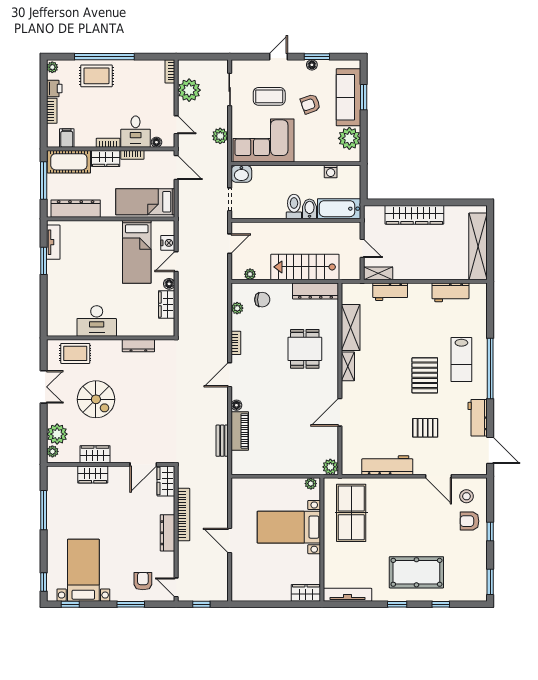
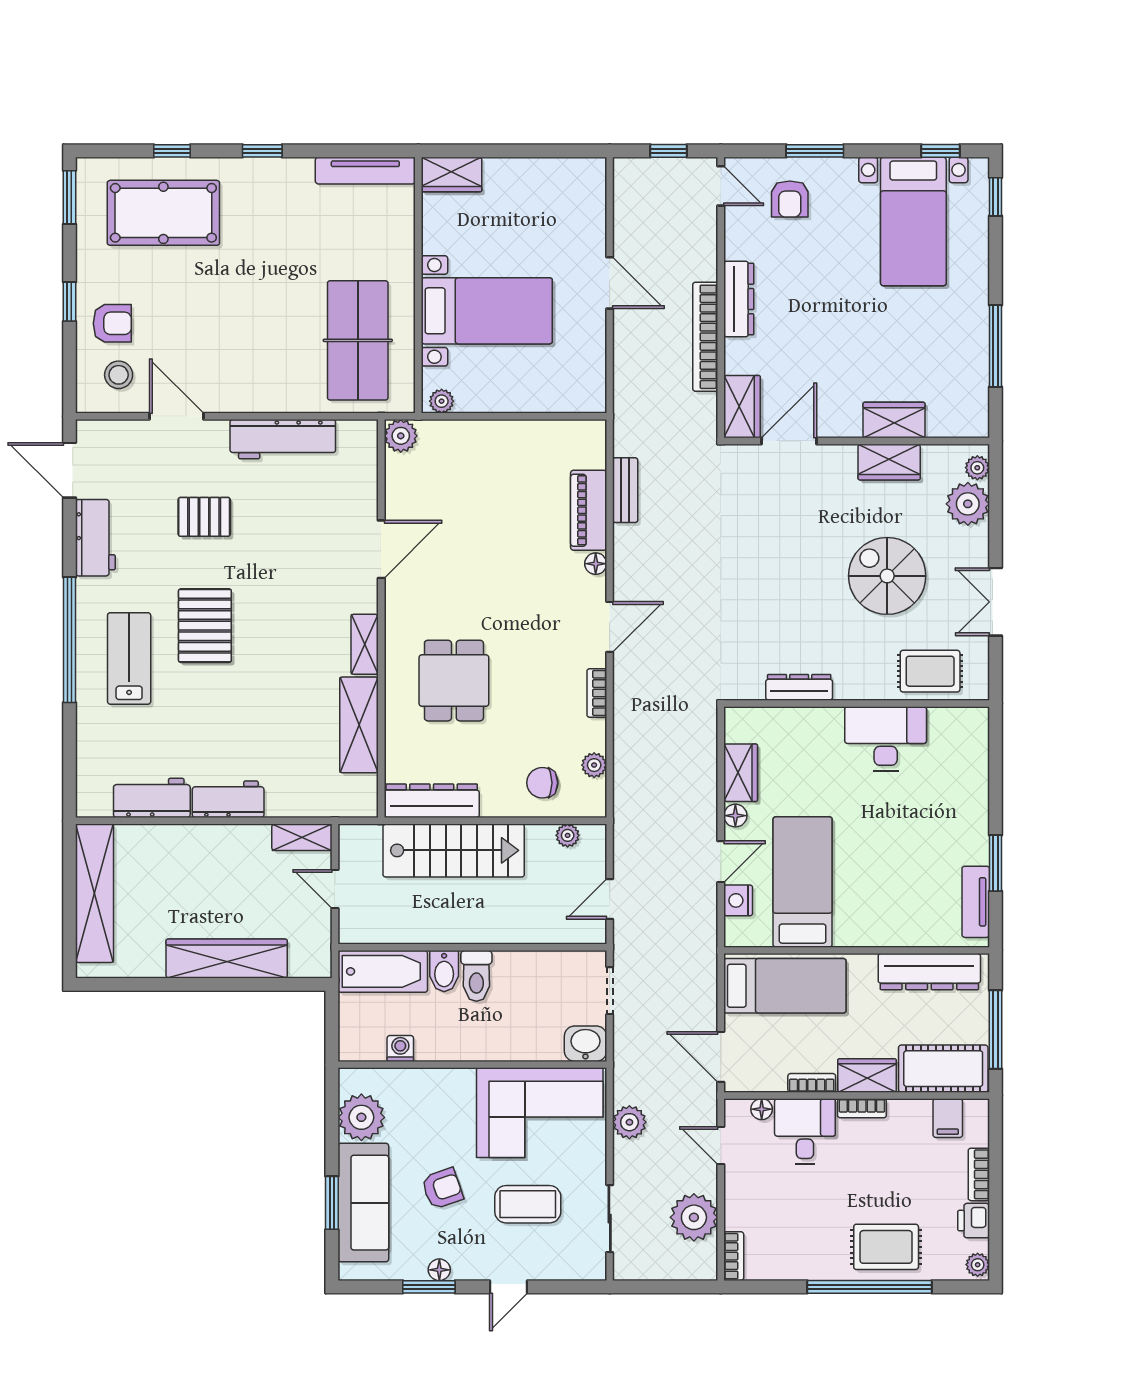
workbench: (390, 292) -> (228, 799), moved
pool table: (416, 572) -> (163, 213), moved

